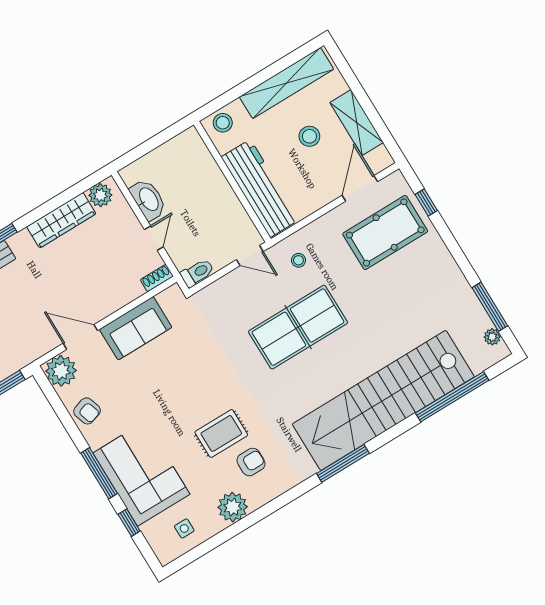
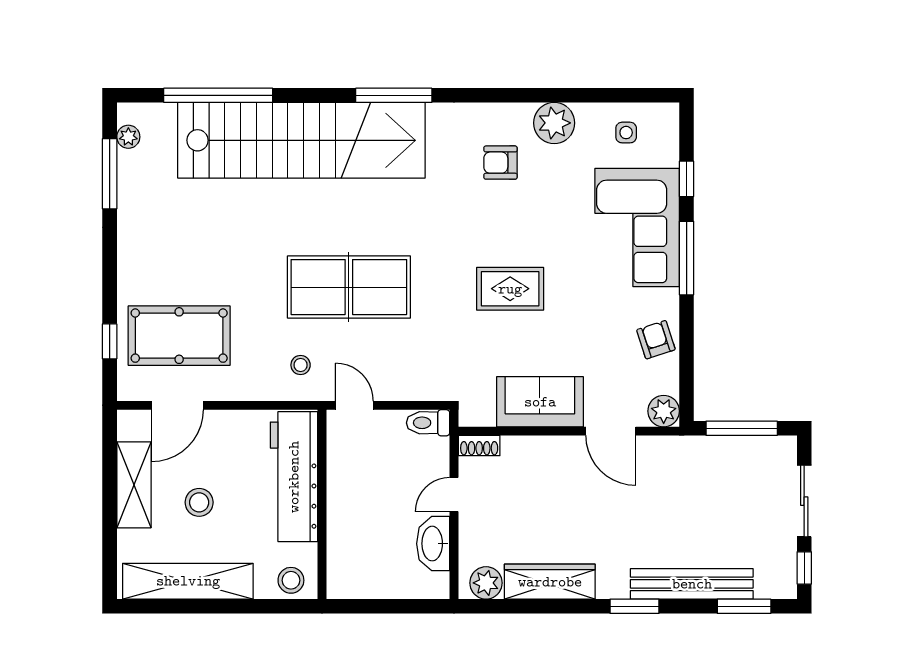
plant: (61, 371) -> (664, 411), width x0.73, depth x0.73
rug: (221, 433) -> (510, 289), moved

